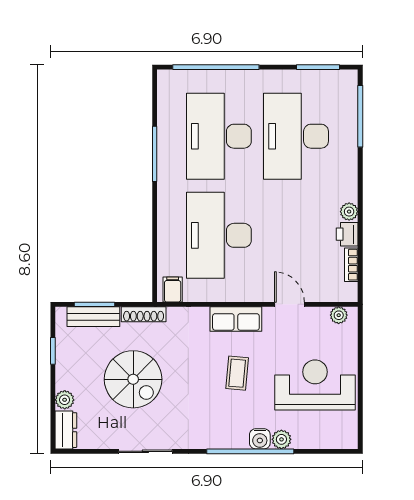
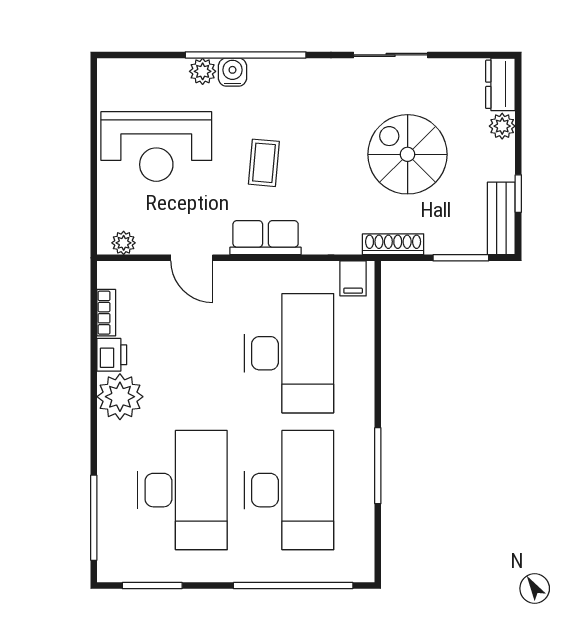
plant: (349, 212) -> (120, 397), width x1.88, depth x1.88
bench: (93, 317) -> (501, 218), moved, turned 90

